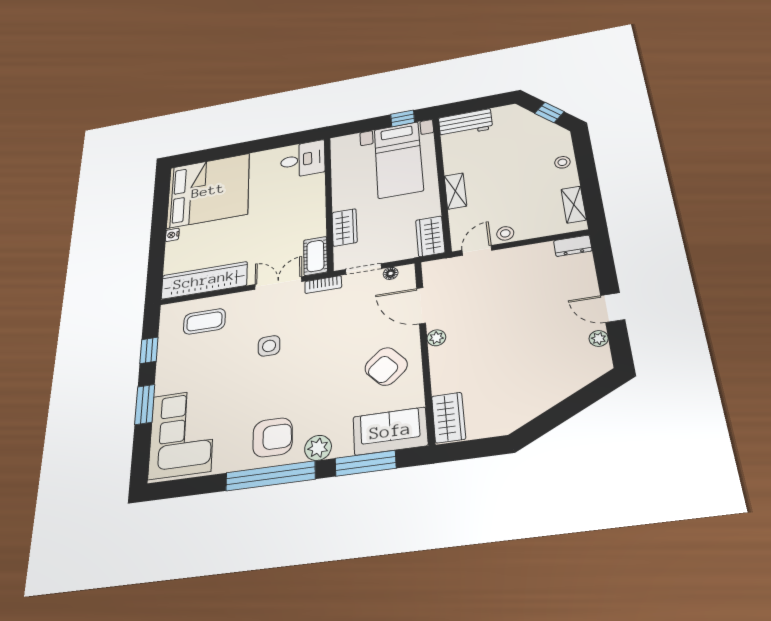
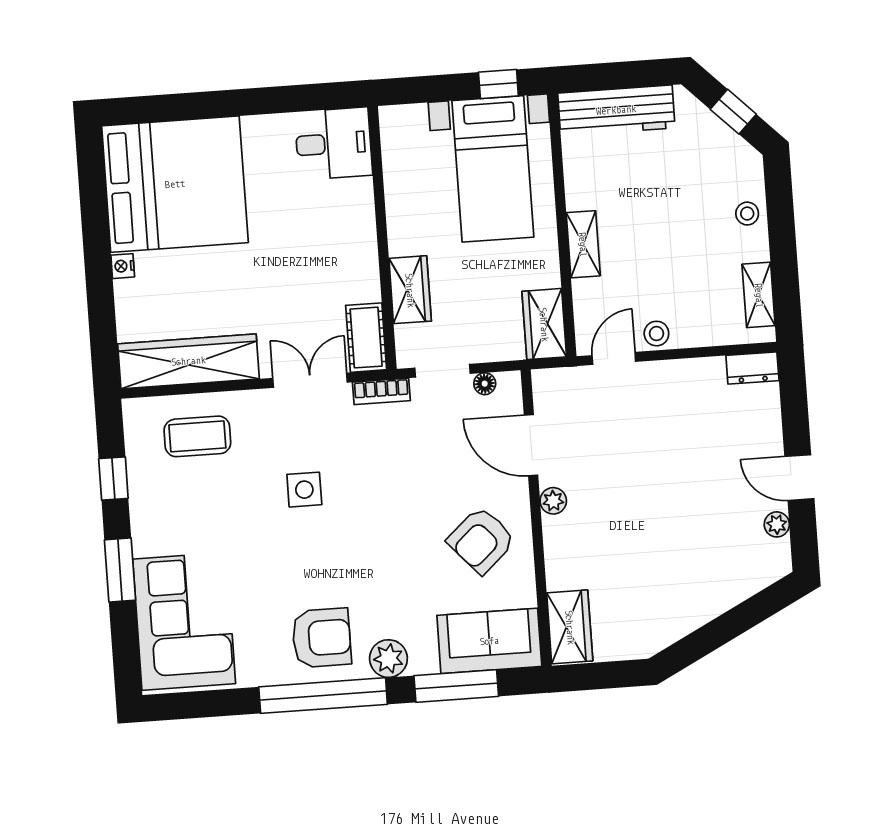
workbench: (465, 123) -> (616, 110), width x1.37

